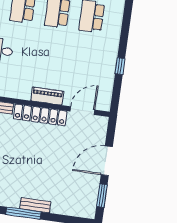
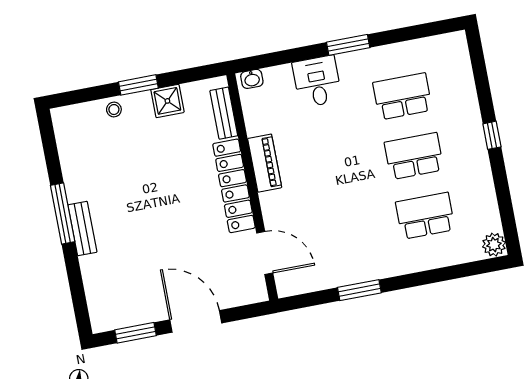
window: (120, 66) -> (359, 290), width x1.50
piano: (47, 96) -> (265, 163), moved

